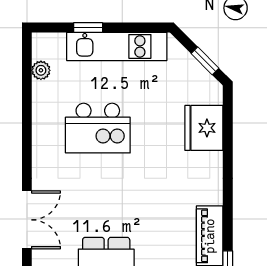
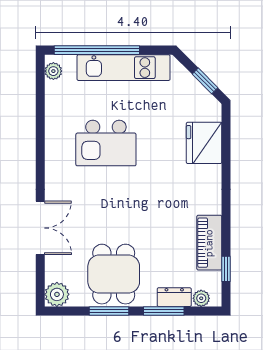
window: (88, 28) -> (97, 50), width x3.17
plant: (41, 70) -> (53, 71), moved

